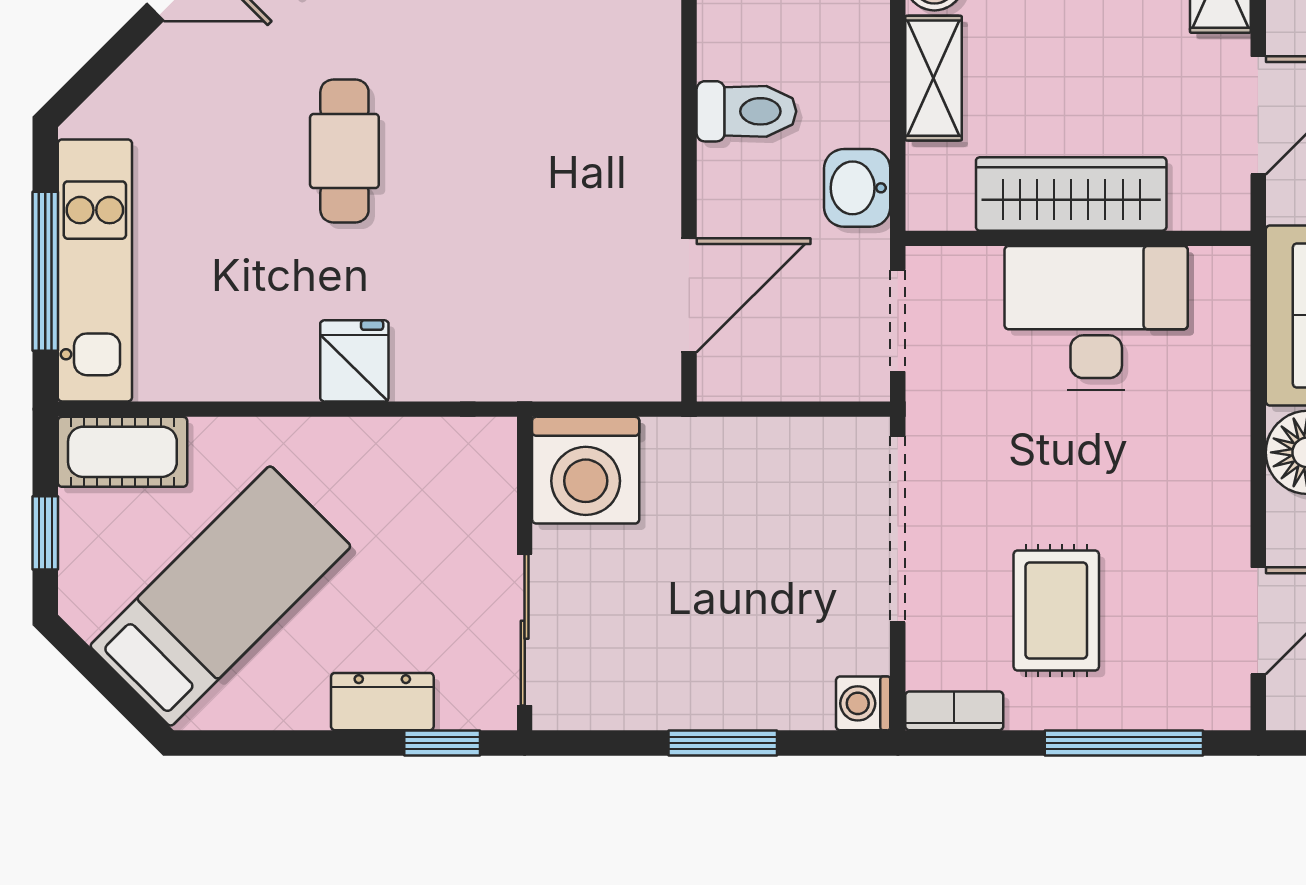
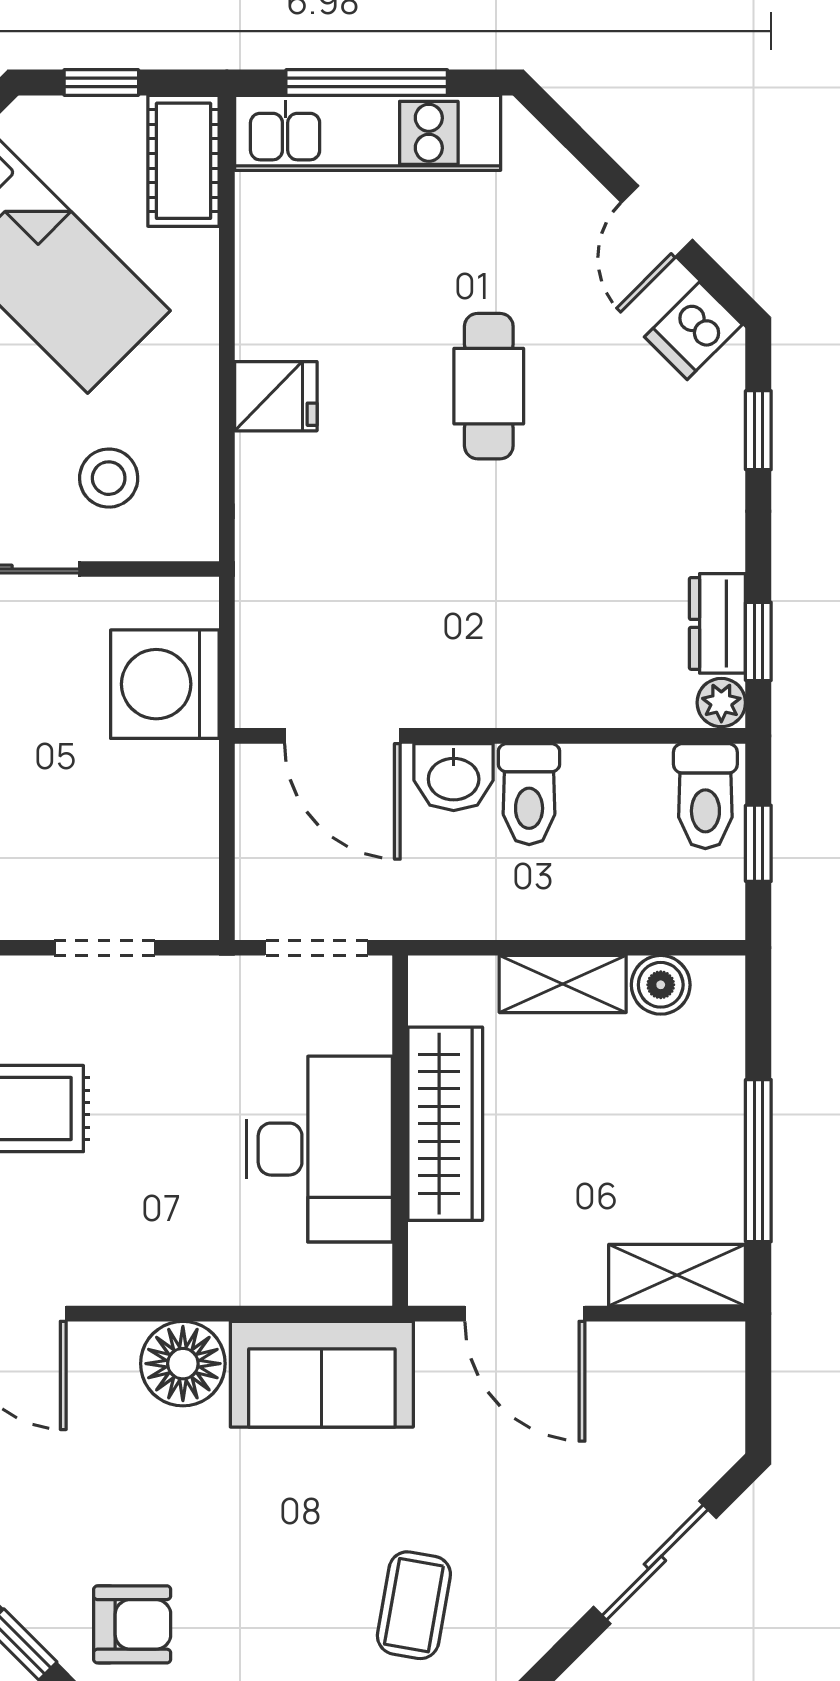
cafe table: (344, 151) -> (489, 386), turned 90
washbasin: (857, 188) -> (454, 777), moved, turned 180
washing machine: (586, 470) -> (165, 684), moved
stool: (435, 526) -> (109, 478), added
doorway: (898, 529) -> (105, 948), width x0.53

